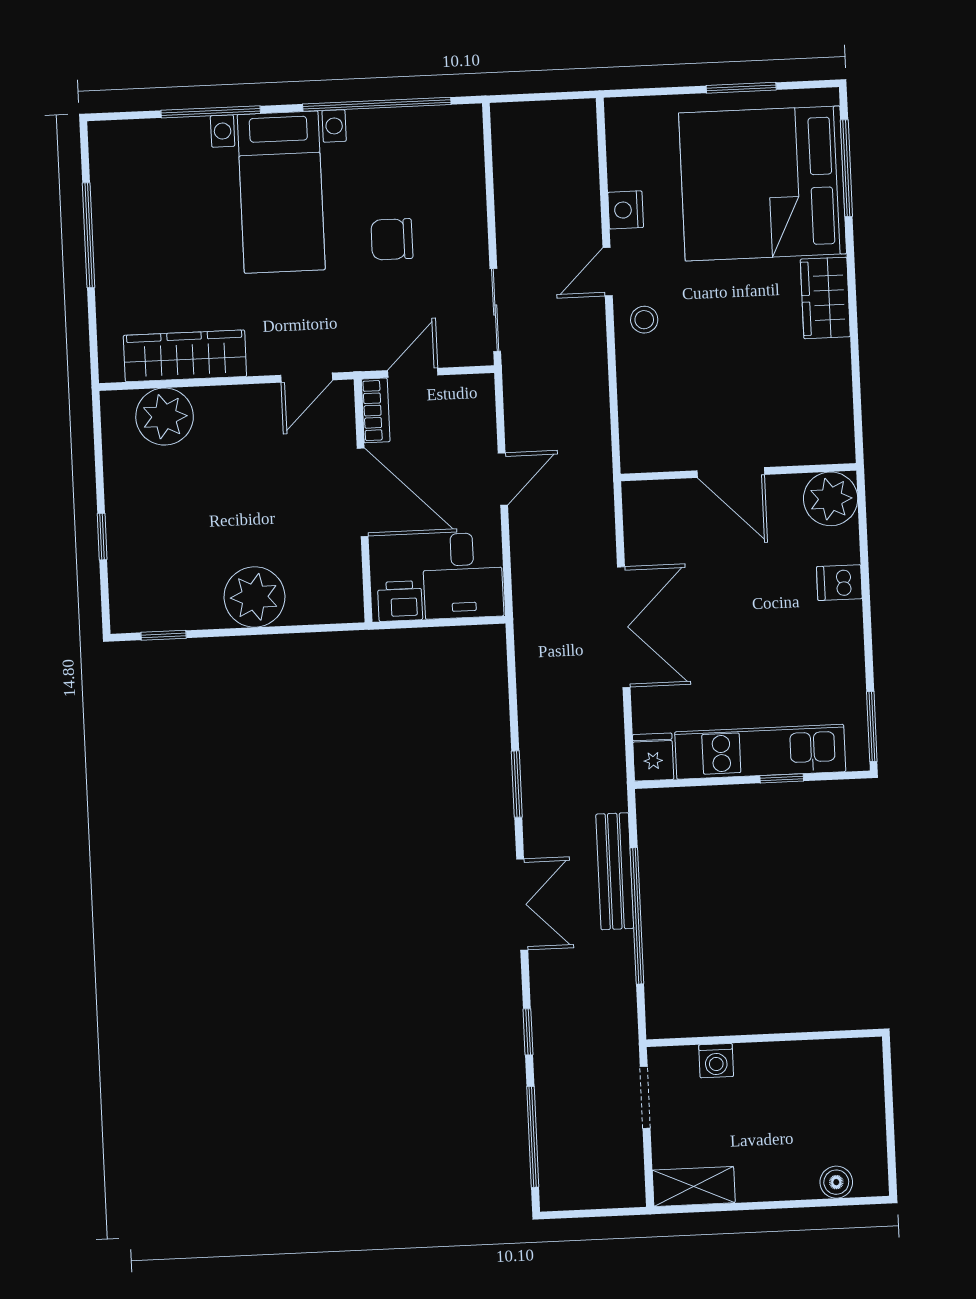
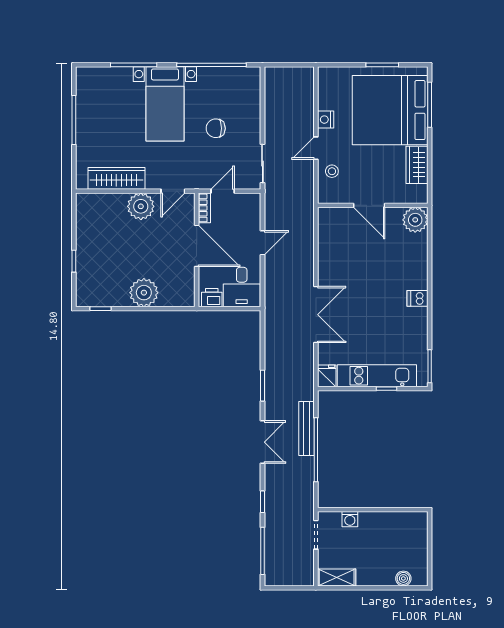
plant: (165, 417) -> (141, 206), moved
wall: (738, 472) -> (373, 205), moved
door: (731, 473) -> (369, 205), moved
plant: (831, 499) -> (415, 220), moved

